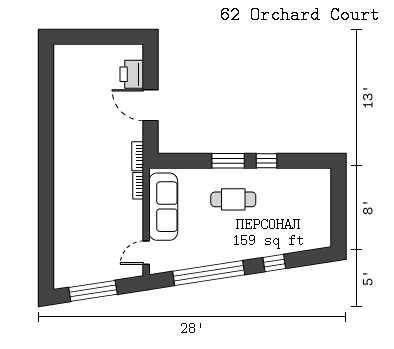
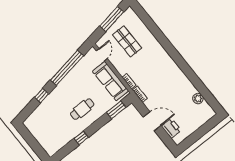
plant: (62, 86) -> (198, 99), added
window: (228, 161) -> (116, 110), moved
shop shelf: (97, 243) -> (127, 41), added

